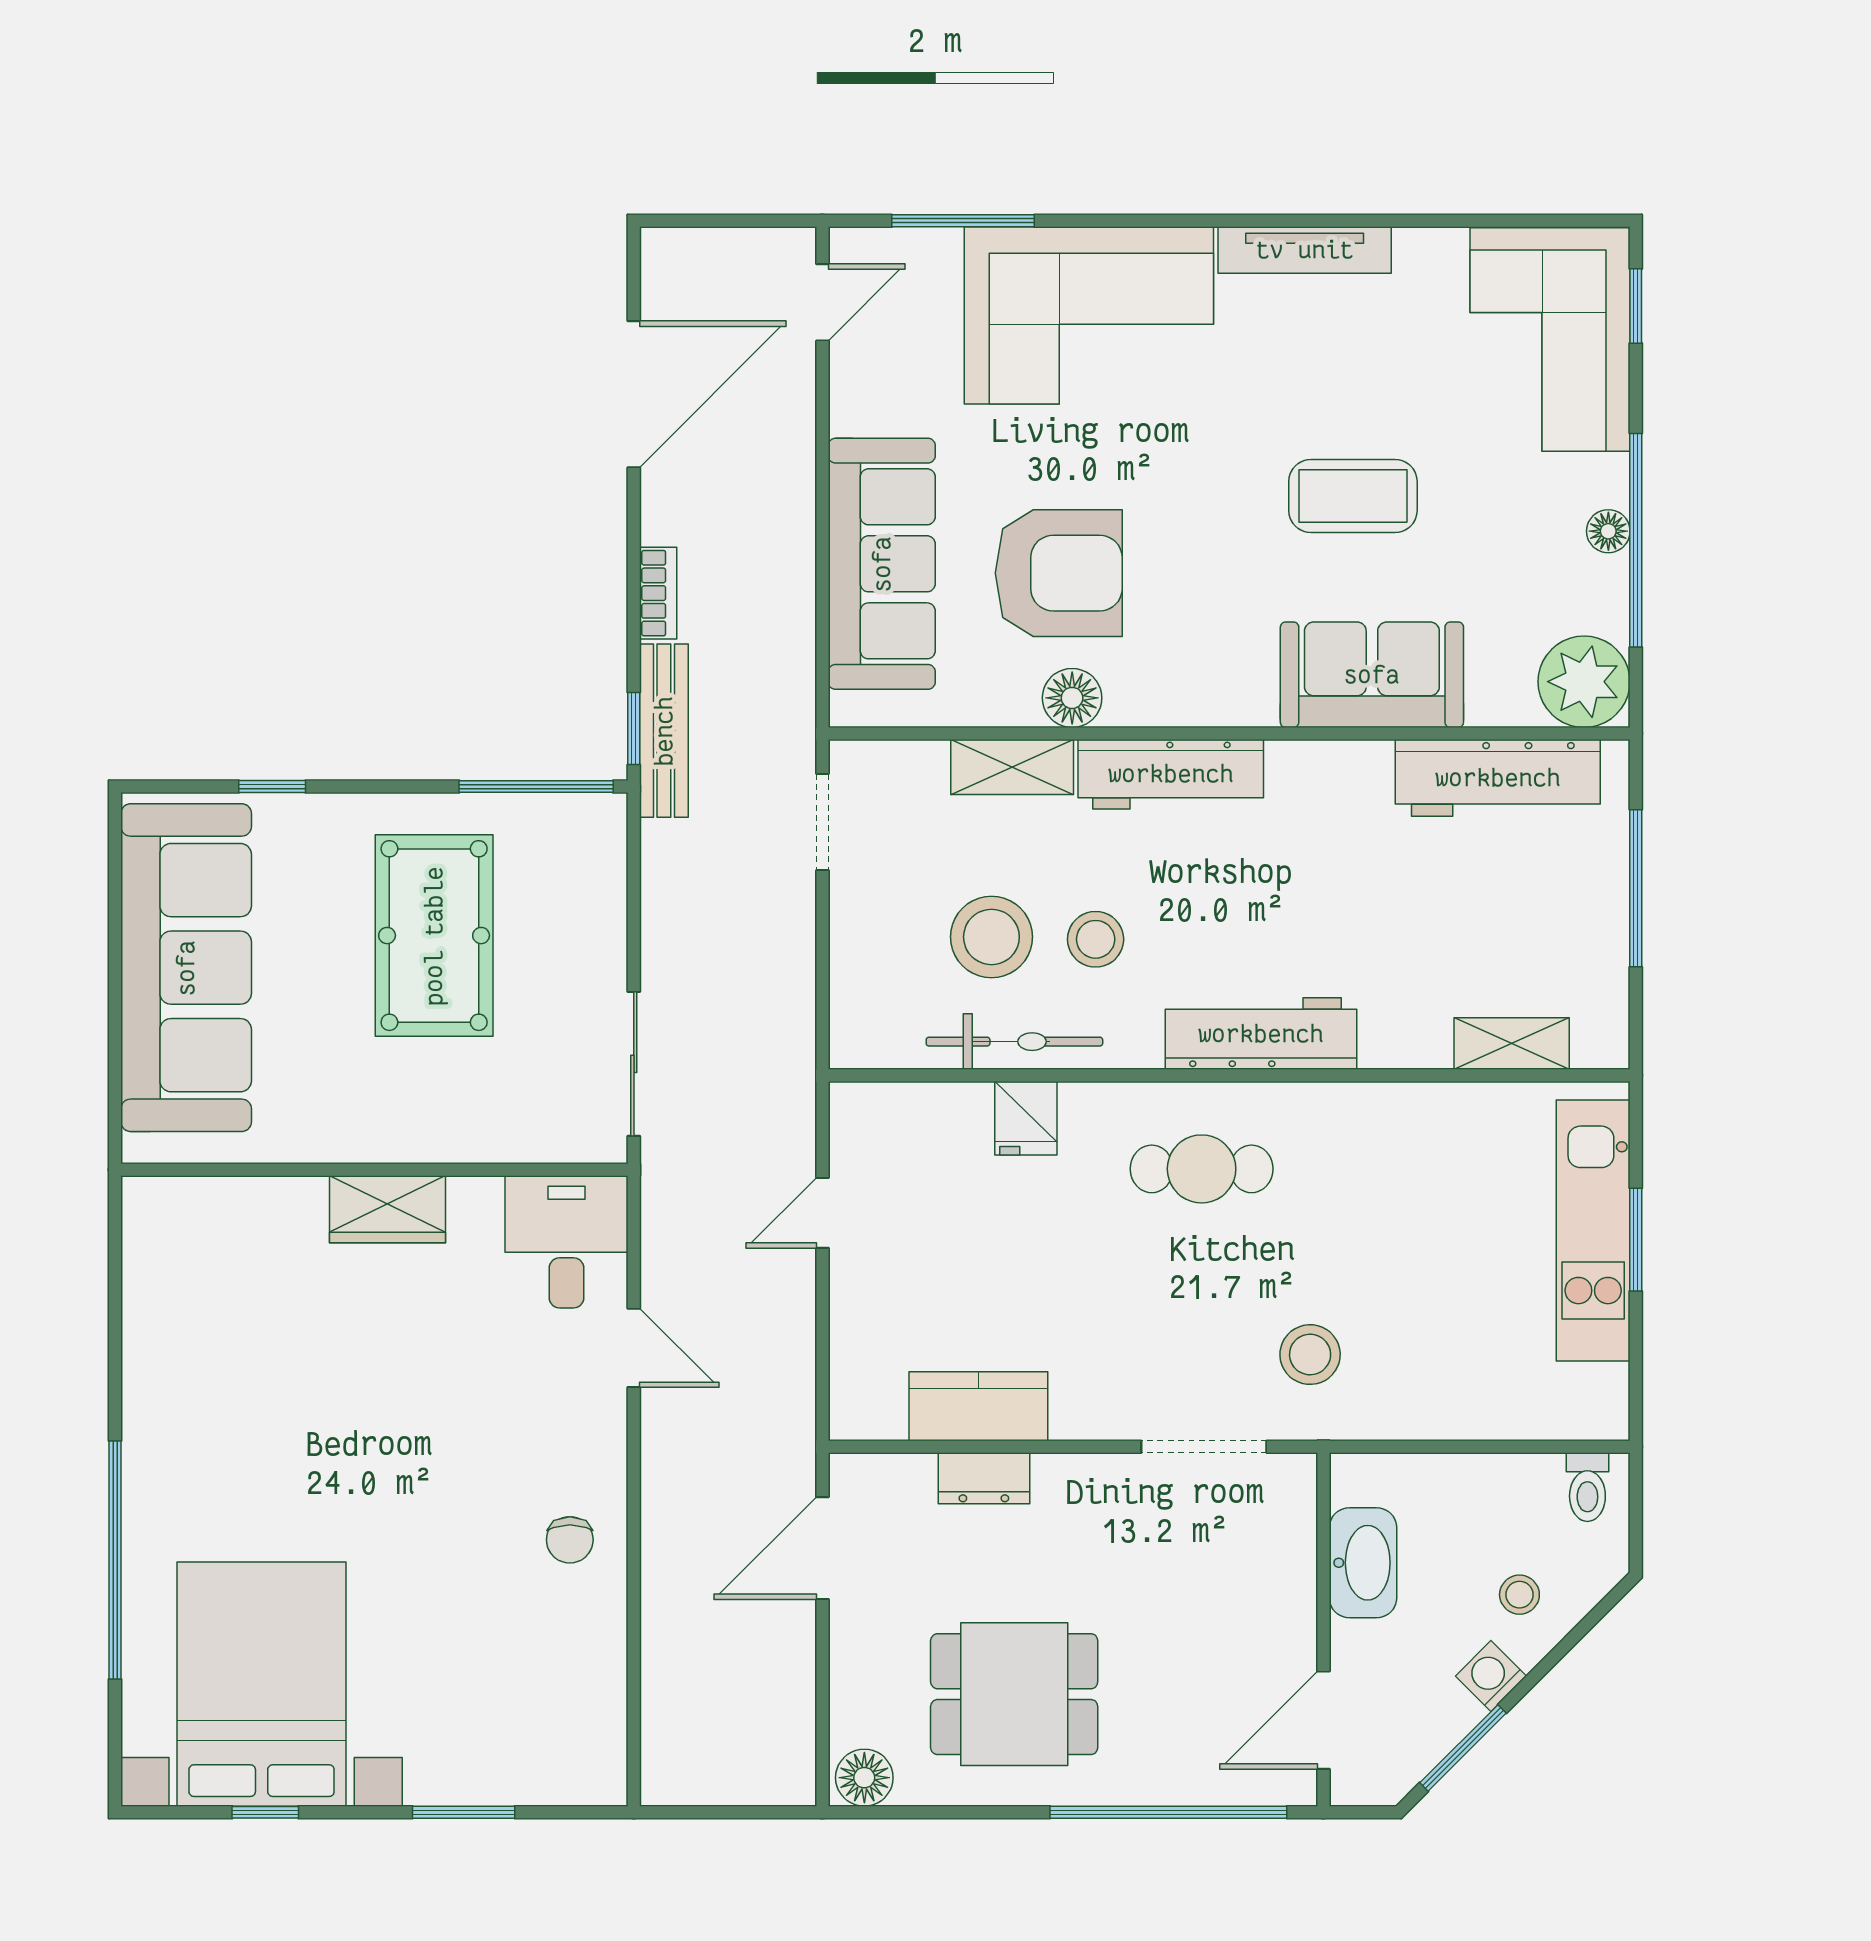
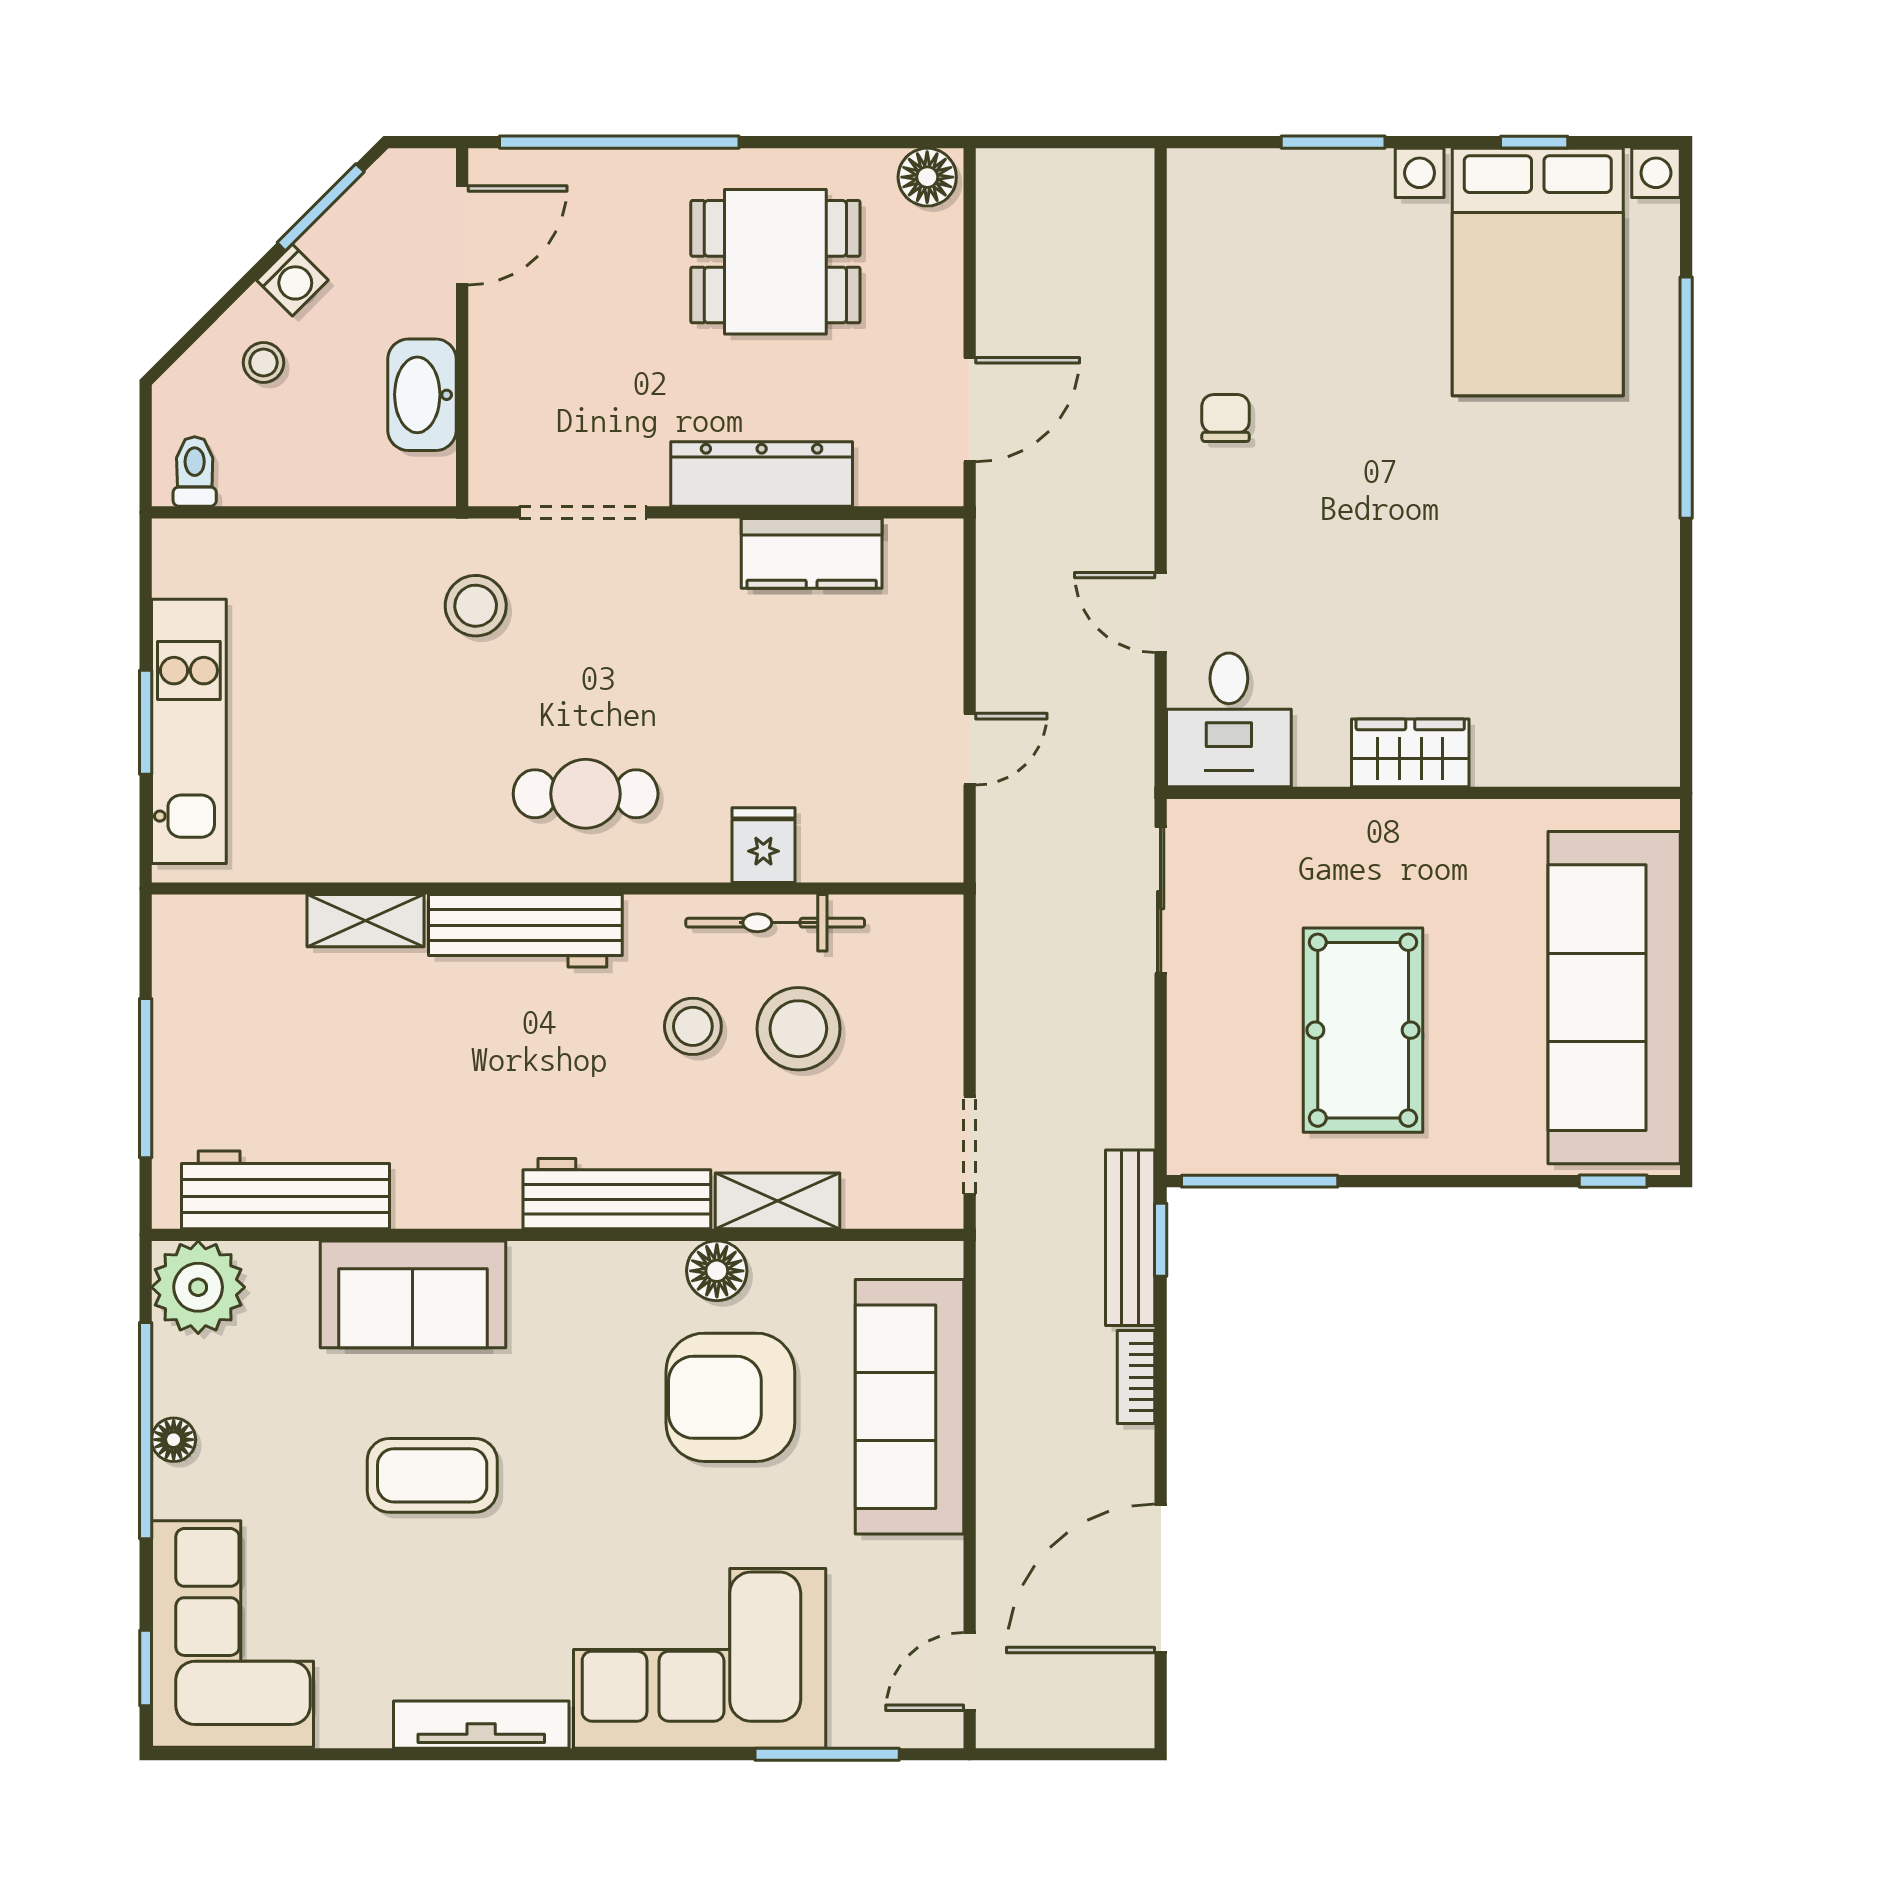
window: (272, 787) -> (1613, 1181), moved
shelving: (1512, 1044) -> (365, 921), moved
dresser: (984, 1478) -> (762, 474), width x1.96, depth x1.24

